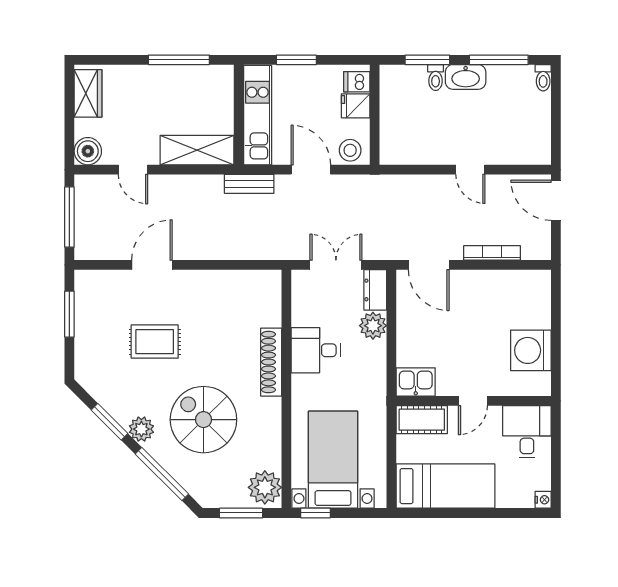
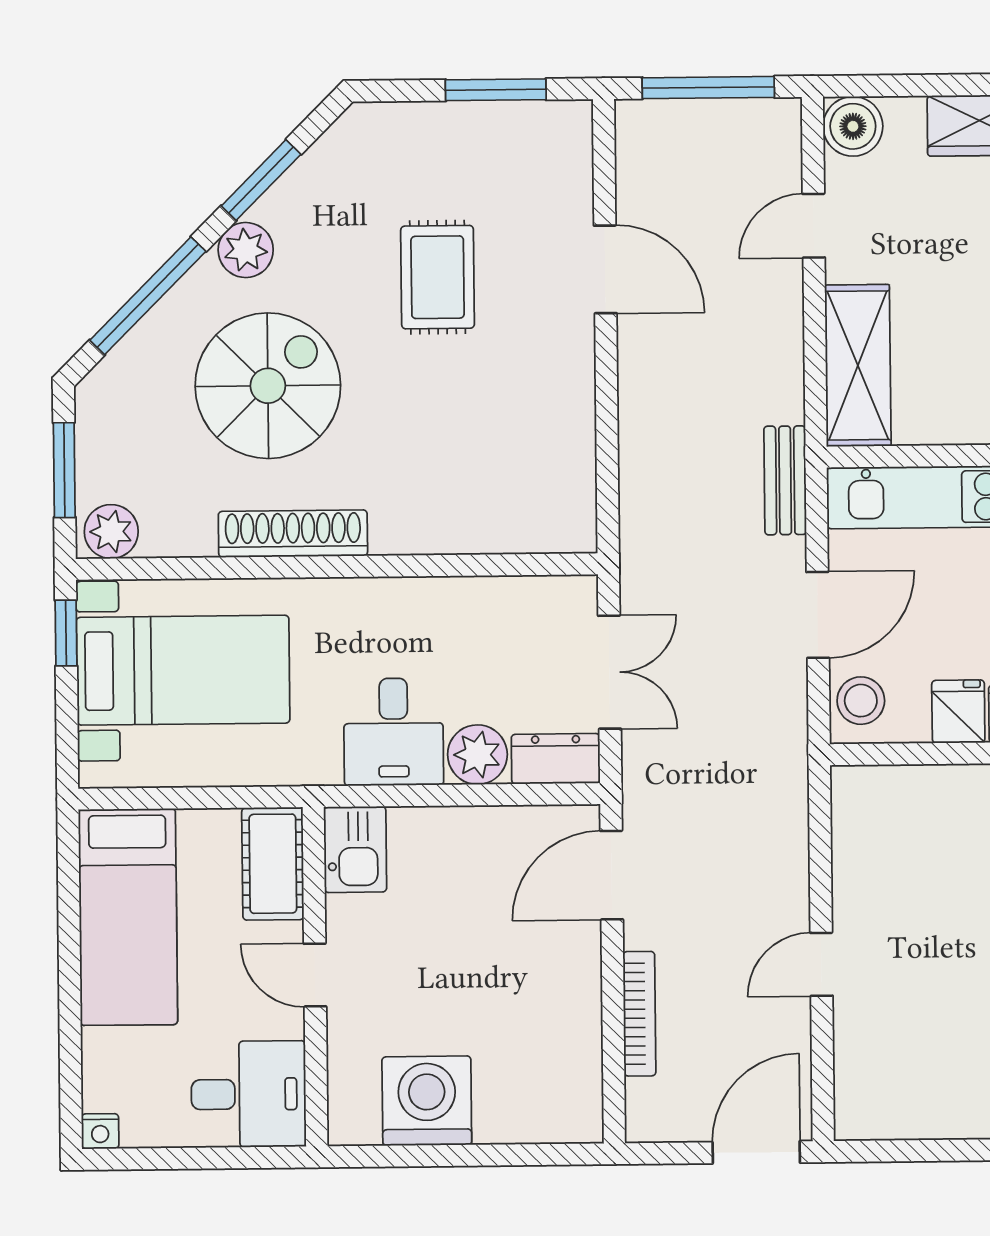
desk: (316, 350) -> (394, 732), moved, turned 180
shoe rack: (271, 362) -> (293, 534), moved
plant: (265, 487) -> (111, 532), width x0.73, depth x0.73

